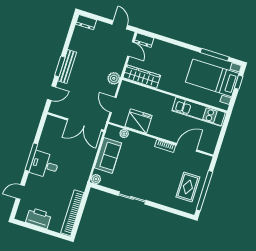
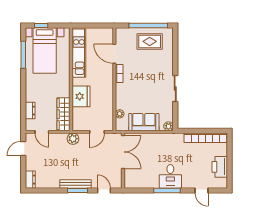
dresser: (144, 40) -> (30, 111), moved
door: (131, 49) -> (42, 132), swing flipped
fridge: (139, 121) -> (81, 96), moved, turned 180

